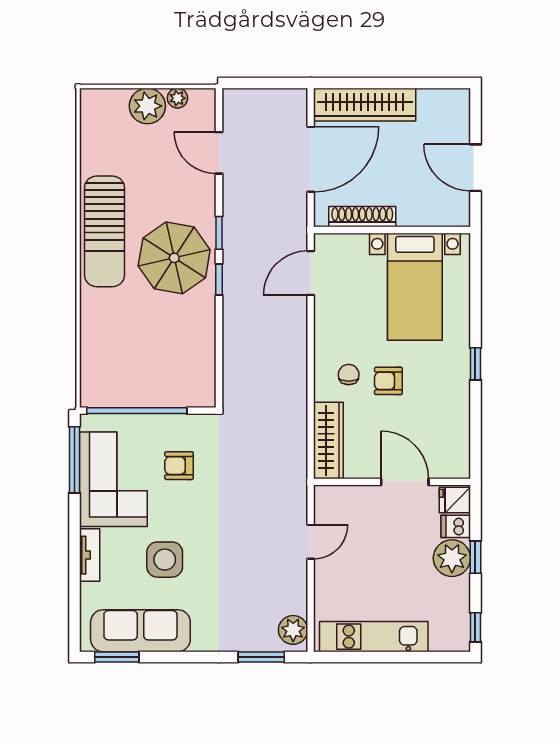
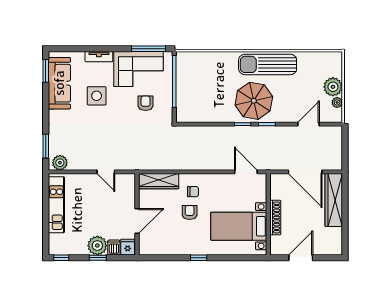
shoe rack: (362, 217) -> (275, 217), moved

